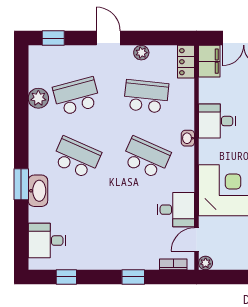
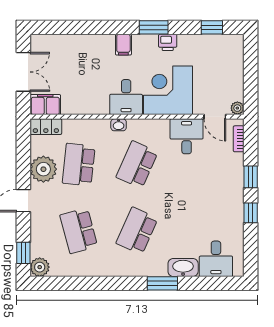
plant: (141, 53) -> (43, 169), width x1.88, depth x1.88
plant: (38, 98) -> (40, 267), moved
desk: (217, 121) -> (126, 97), moved
washbasin: (38, 191) -> (183, 268), moved
window: (66, 277) -> (251, 213), moved

